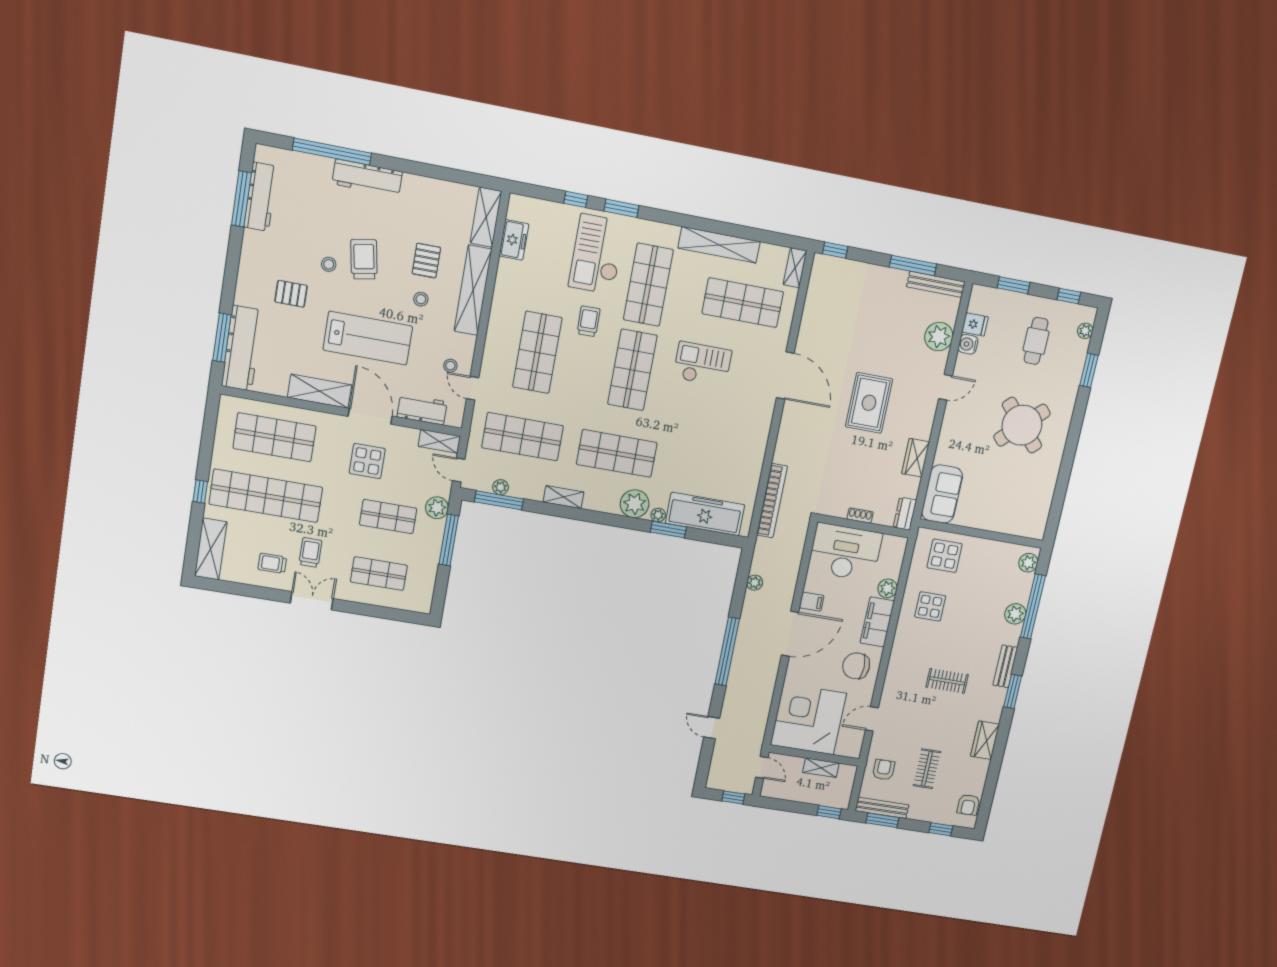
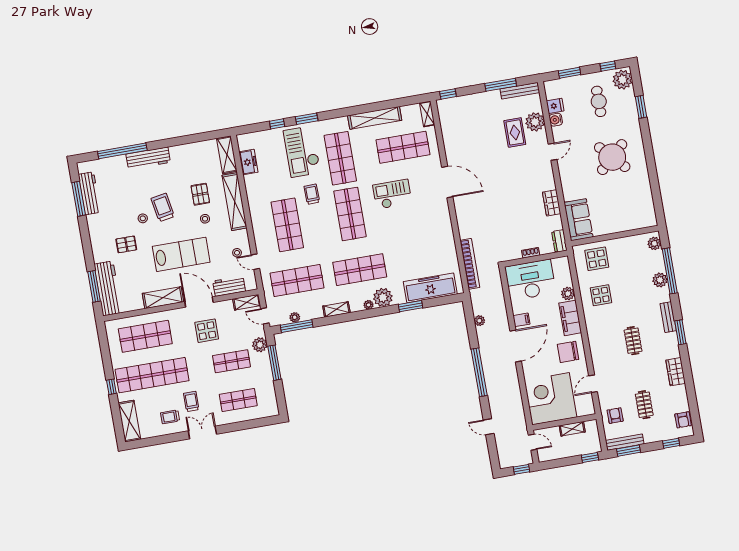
plant: (1085, 331) -> (623, 80), width x1.88, depth x1.88
rug: (869, 403) -> (515, 132), moved, width x0.73, depth x0.70
plant: (658, 515) -> (369, 305), moved
clothes rail: (947, 681) -> (633, 341), turned 90

